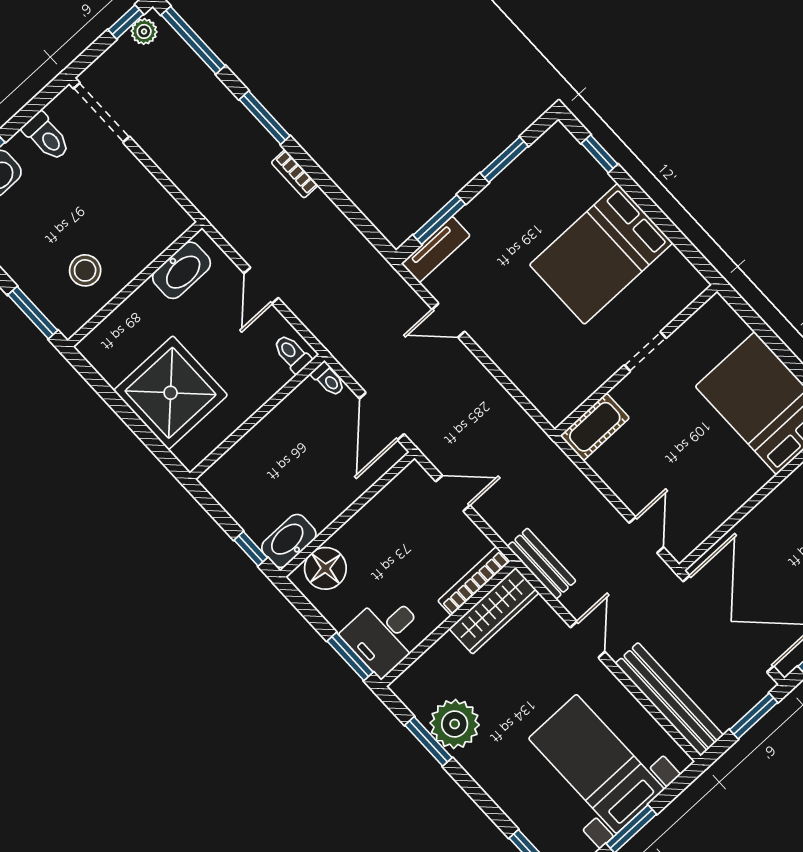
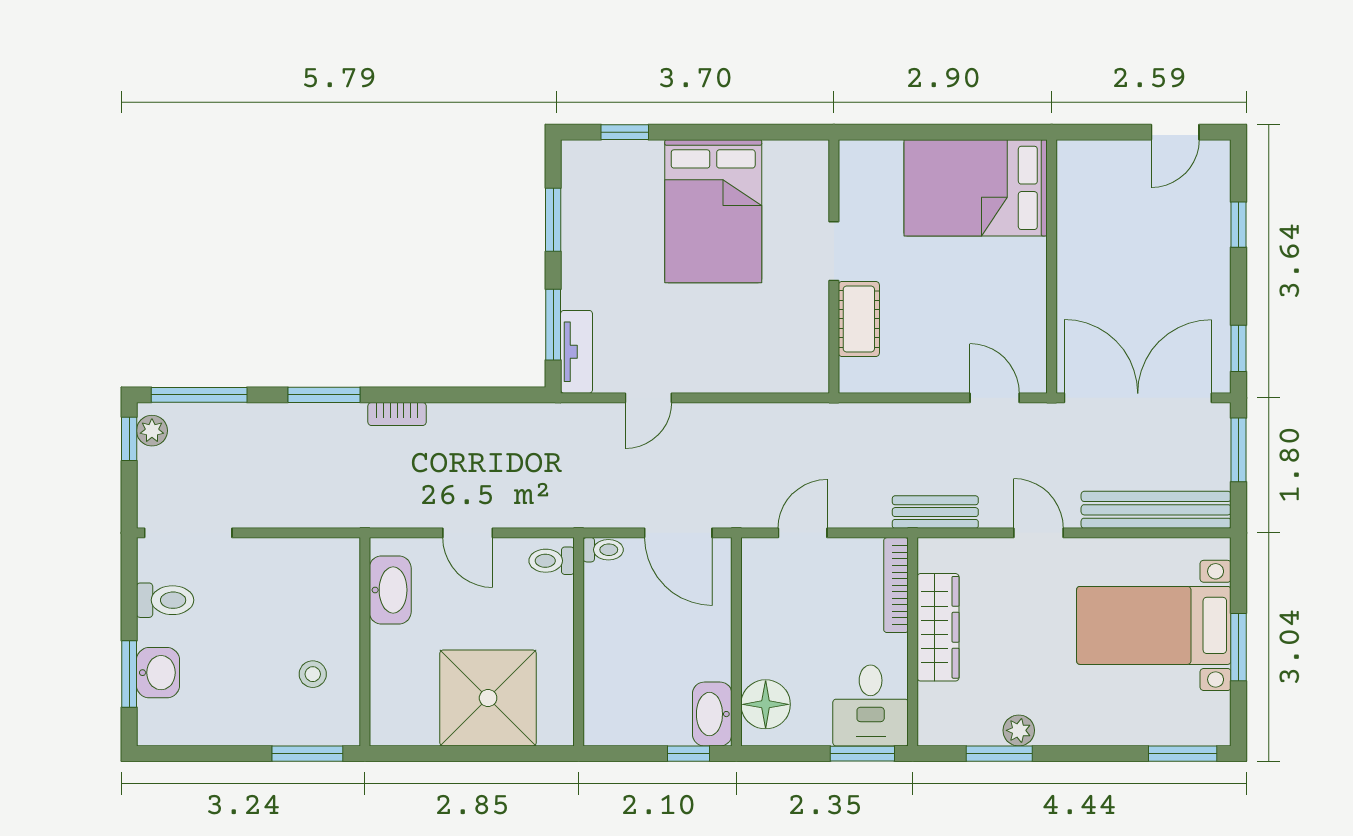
stool: (85, 270) -> (313, 674), width x0.73, depth x0.73
cot: (595, 427) -> (859, 319), moved
wardrobe: (494, 611) -> (938, 627), moved
plant: (455, 724) -> (1019, 730), width x0.53, depth x0.53

